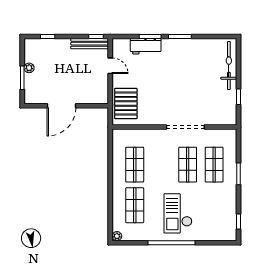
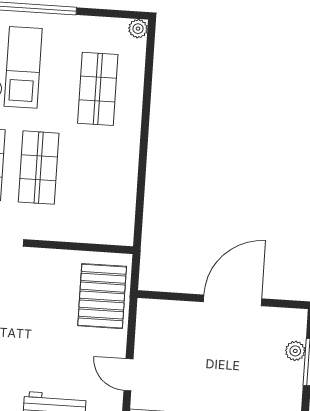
plant: (29, 68) -> (295, 351), moved
shop shelf: (135, 165) -> (39, 168), moved

